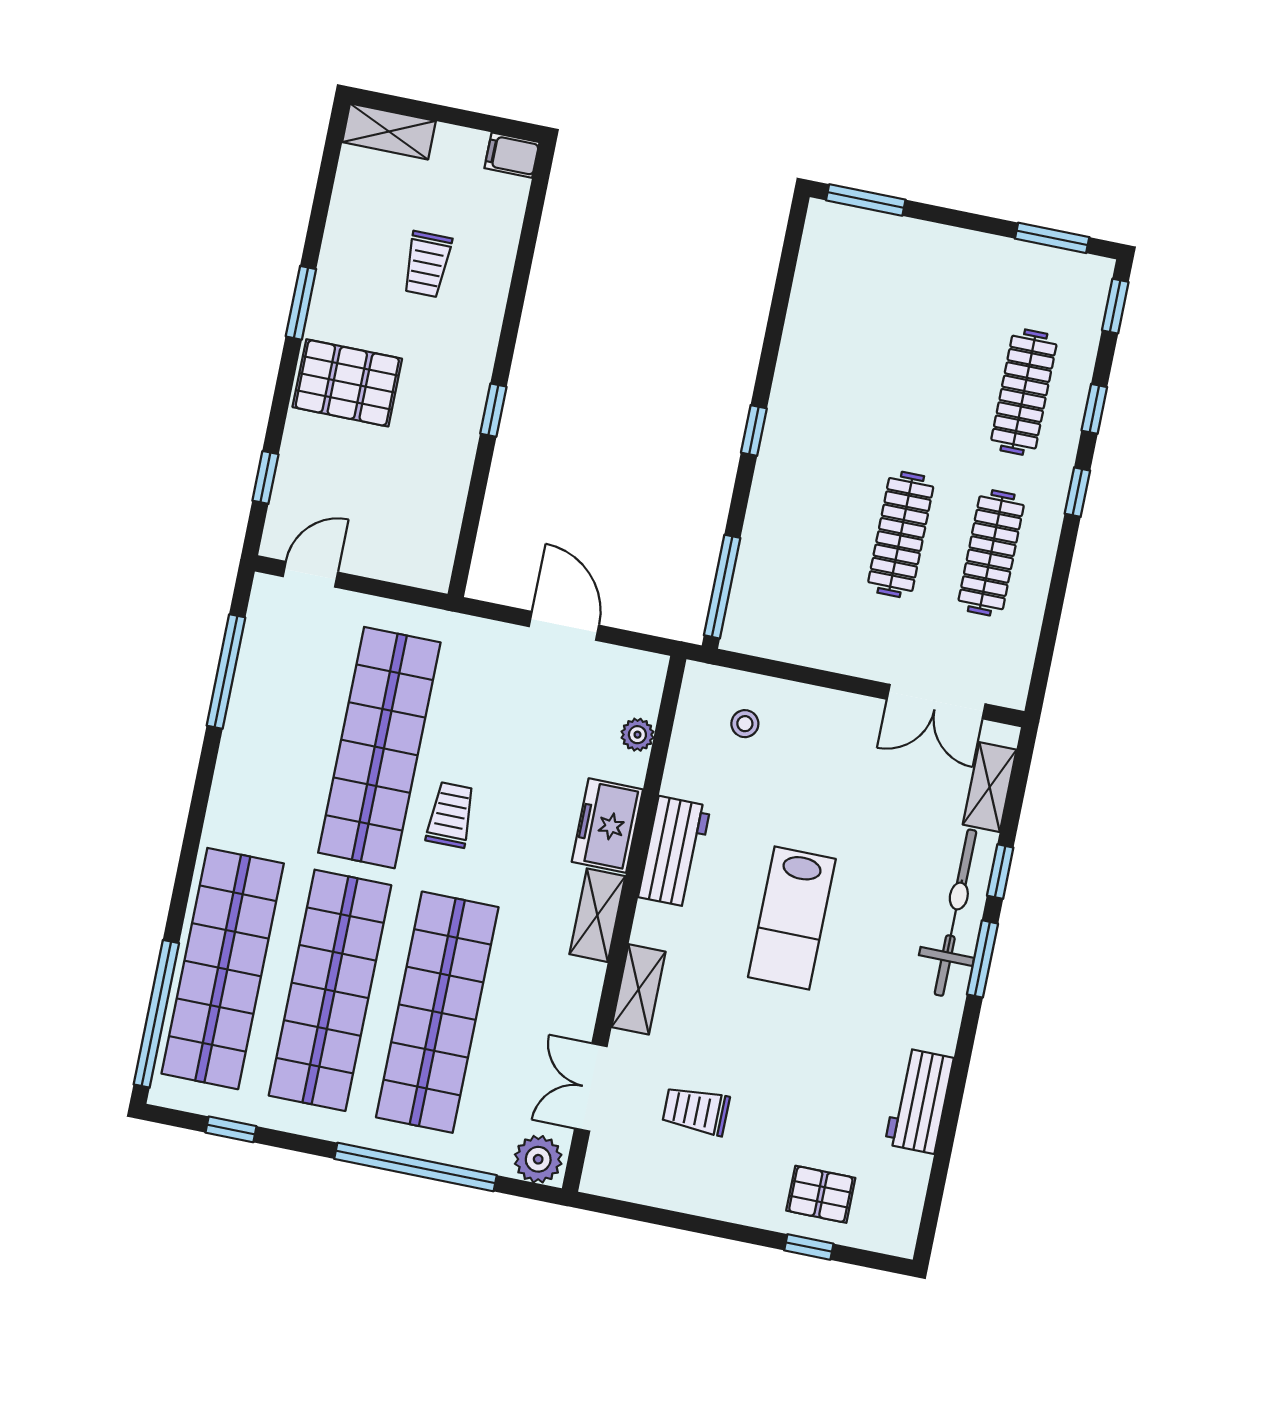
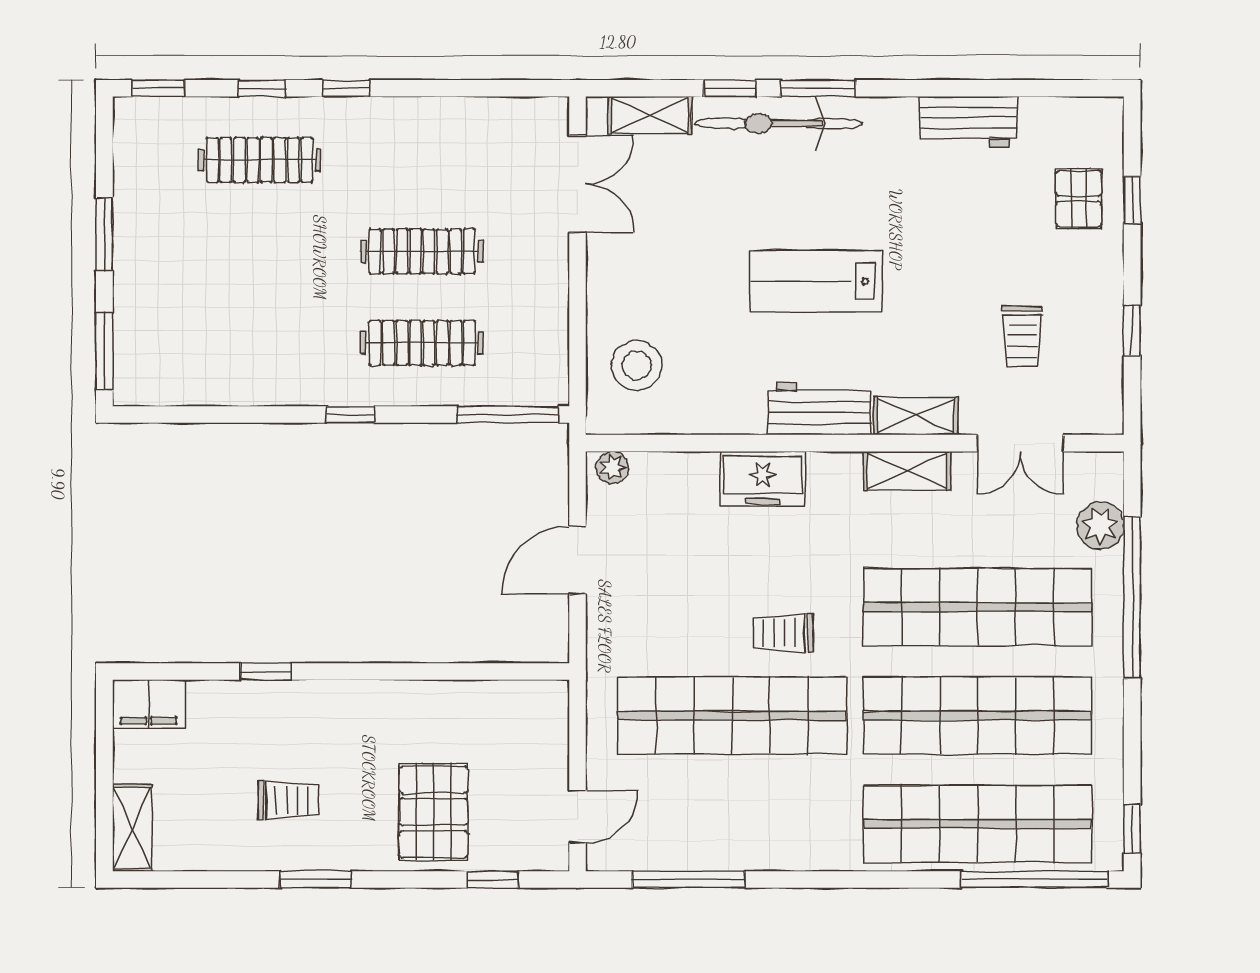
filing cabinet: (512, 155) -> (149, 704), width x2.00
window: (1052, 238) -> (104, 234), moved
trolley: (427, 264) -> (288, 800), moved
pallet: (347, 383) -> (434, 812), moved
window: (493, 410) -> (266, 671), moved
clothes rail: (991, 553) -> (422, 343), moved
door: (310, 574) -> (577, 817), swing flipped
stool: (745, 724) -> (637, 365), width x1.89, depth x1.89
plant: (637, 735) -> (612, 467), moved
workbench: (674, 852) -> (819, 408), moved
shelving: (597, 915) -> (907, 471), moved
lab bench: (792, 918) -> (816, 281), turned 180
window: (231, 1129) -> (1132, 829), moved
plant: (538, 1159) -> (1100, 526), moved
window: (680, 1221) -> (1132, 330), added

